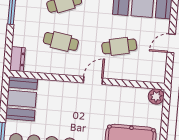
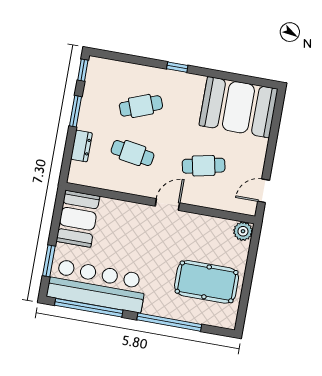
door: (171, 43) -> (264, 191), moved
dresser: (17, 59) -> (81, 146), moved

